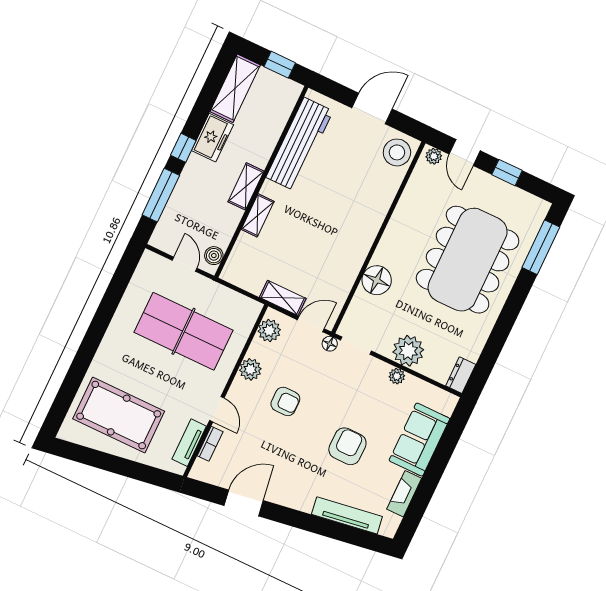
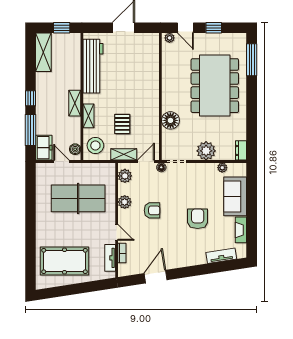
freezer: (212, 138) -> (44, 148), moved
stool: (397, 152) -> (95, 145), moved
pallet: (302, 251) -> (122, 124), added
plant: (397, 376) -> (222, 168), moved
tv unit: (347, 515) -> (221, 256), width x0.71

